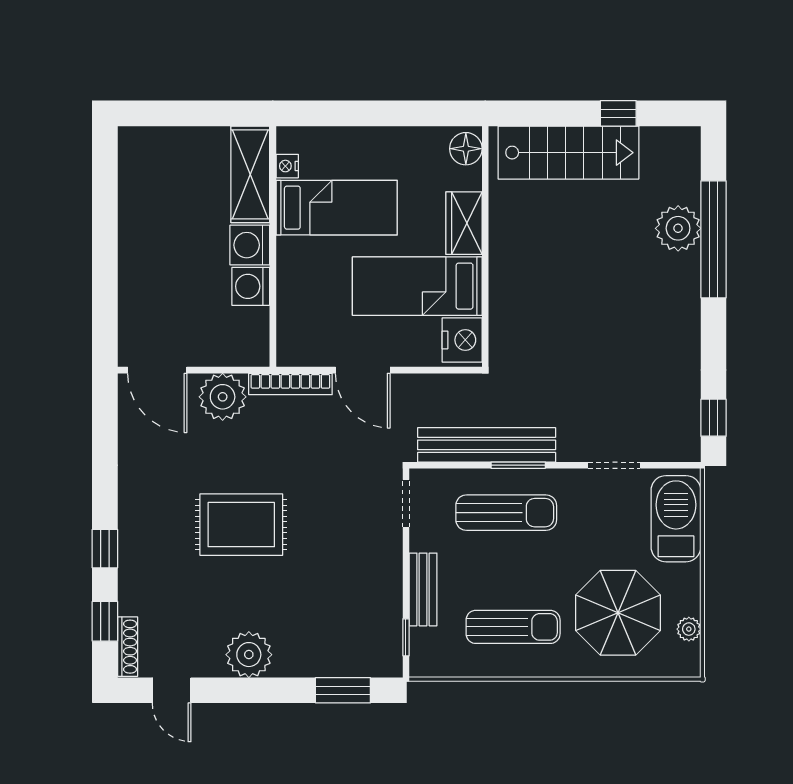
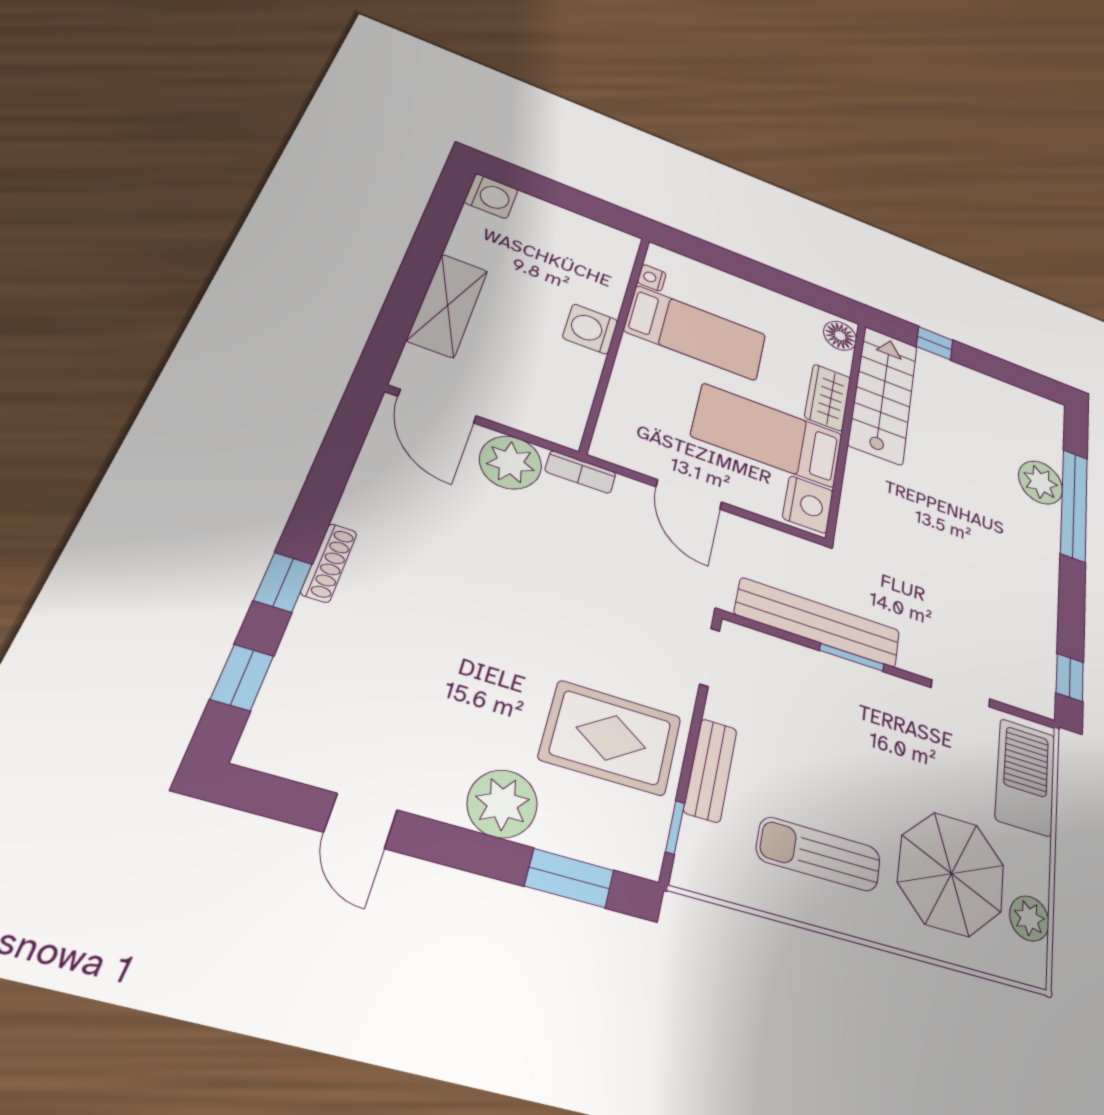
window: (618, 113) -> (935, 343), moved
stairs: (568, 153) -> (883, 394), moved, turned -90
shelving: (250, 174) -> (448, 305), moved
washing machine: (251, 286) -> (491, 196), moved, turned 180
bookcase: (290, 384) -> (581, 472), width x0.64
sun lounger: (506, 513) -> (830, 707), removed
rug: (241, 525) -> (611, 738), moved
sun lounger: (513, 627) -> (819, 854), turned 180
plant: (689, 629) -> (1029, 918), width x1.38, depth x1.38
shoe rack: (128, 647) -> (329, 563), moved
plant: (249, 655) -> (502, 804), moved
door: (172, 690) -> (361, 821), moved

